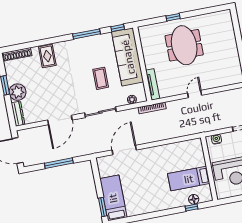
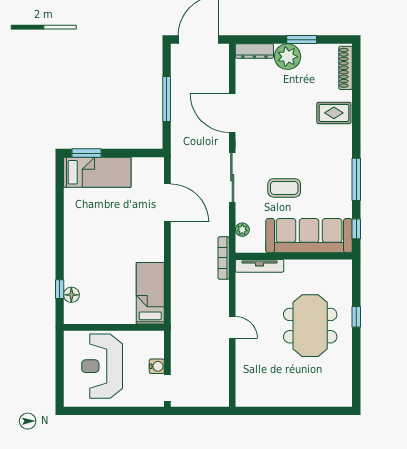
meeting table: (184, 45) -> (310, 326), turned 90
water cooler: (216, 139) -> (157, 366), moved
bed: (189, 179) -> (150, 293), moved

